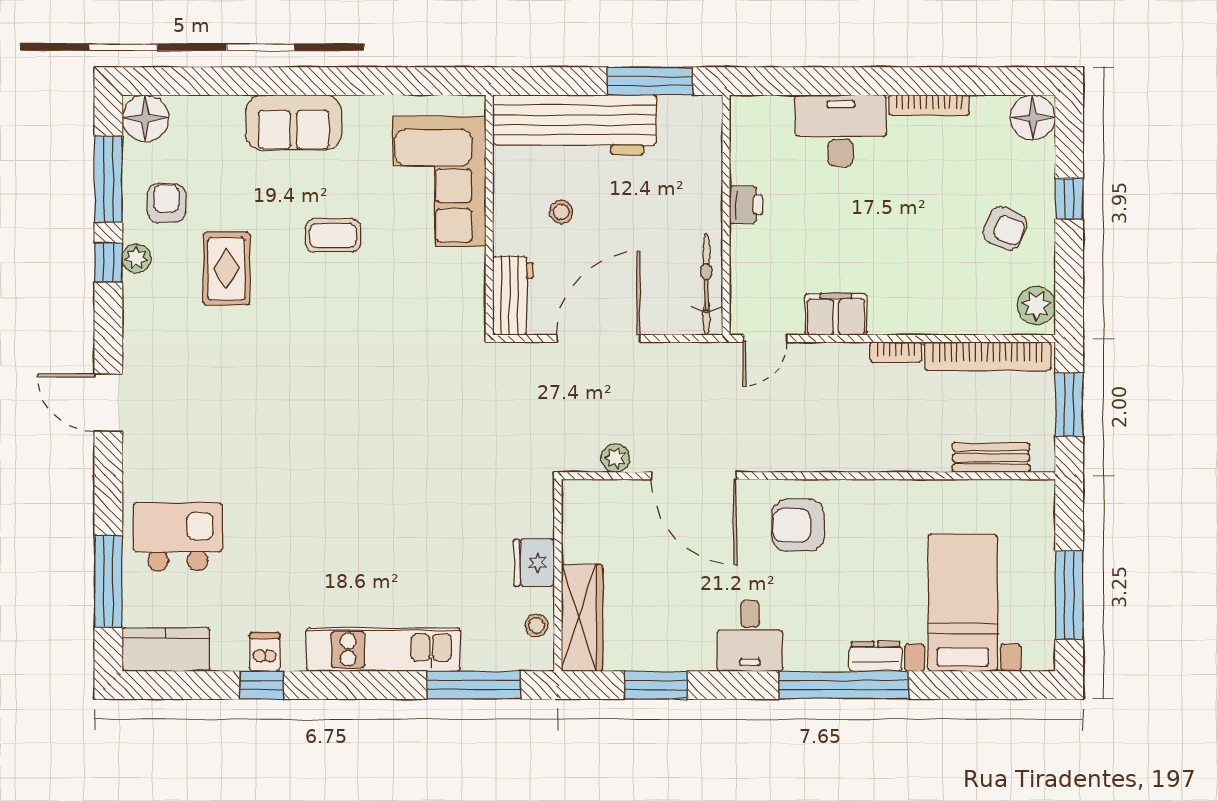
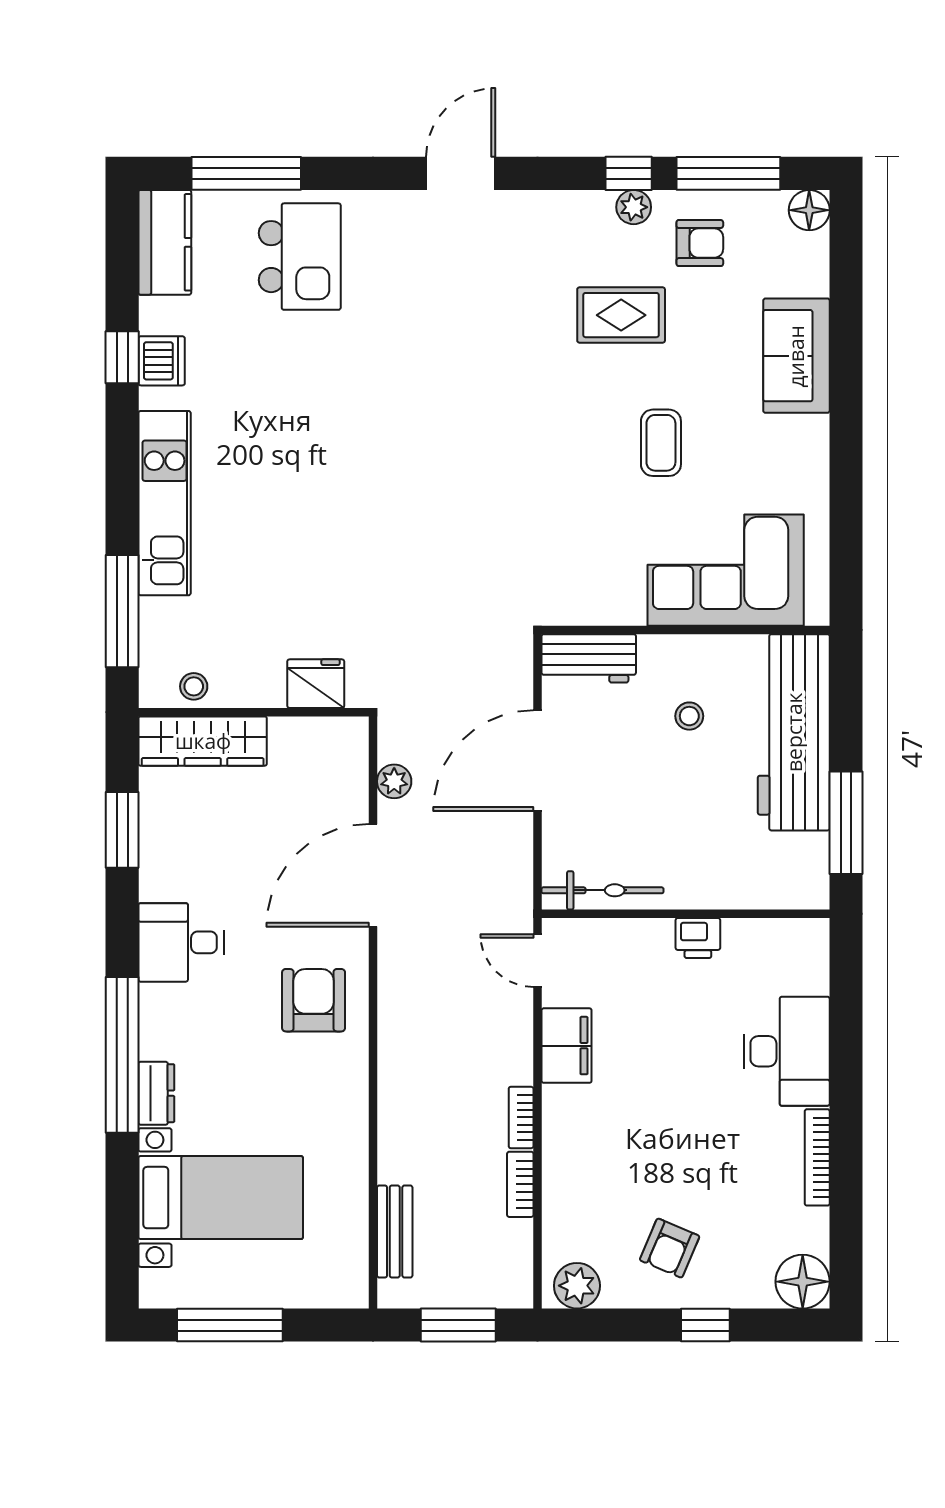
floor lamp: (145, 118) -> (809, 210), width x0.73, depth x0.73
sofa: (294, 122) -> (796, 356), moved
door: (598, 338) -> (538, 761), swing flipped
bookcase: (988, 356) -> (520, 1184), width x0.43, depth x0.76
fridge: (534, 563) -> (316, 684), moved
dishwasher: (265, 652) -> (162, 361), width x1.38

